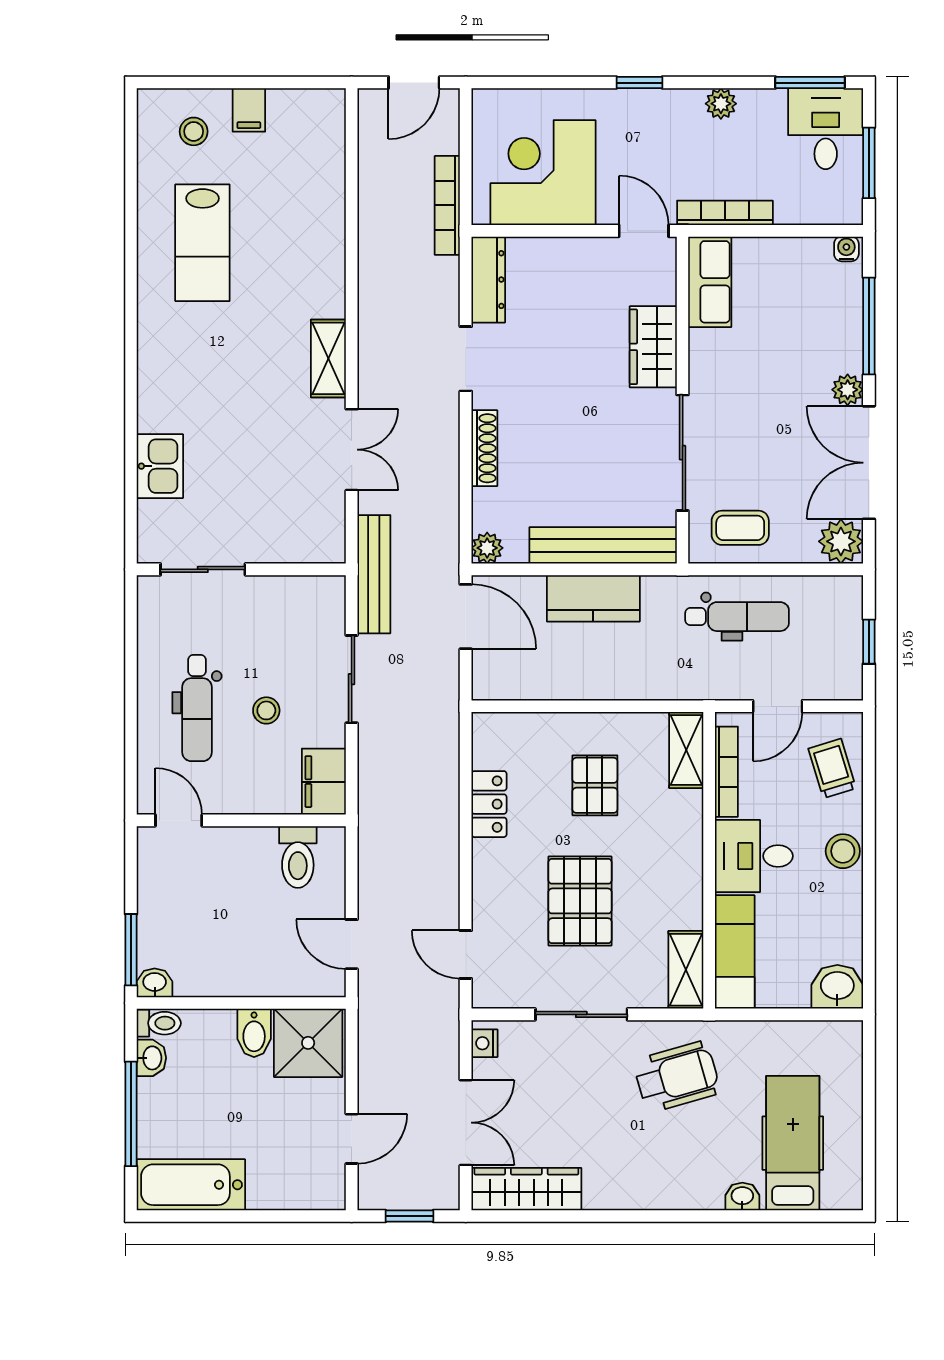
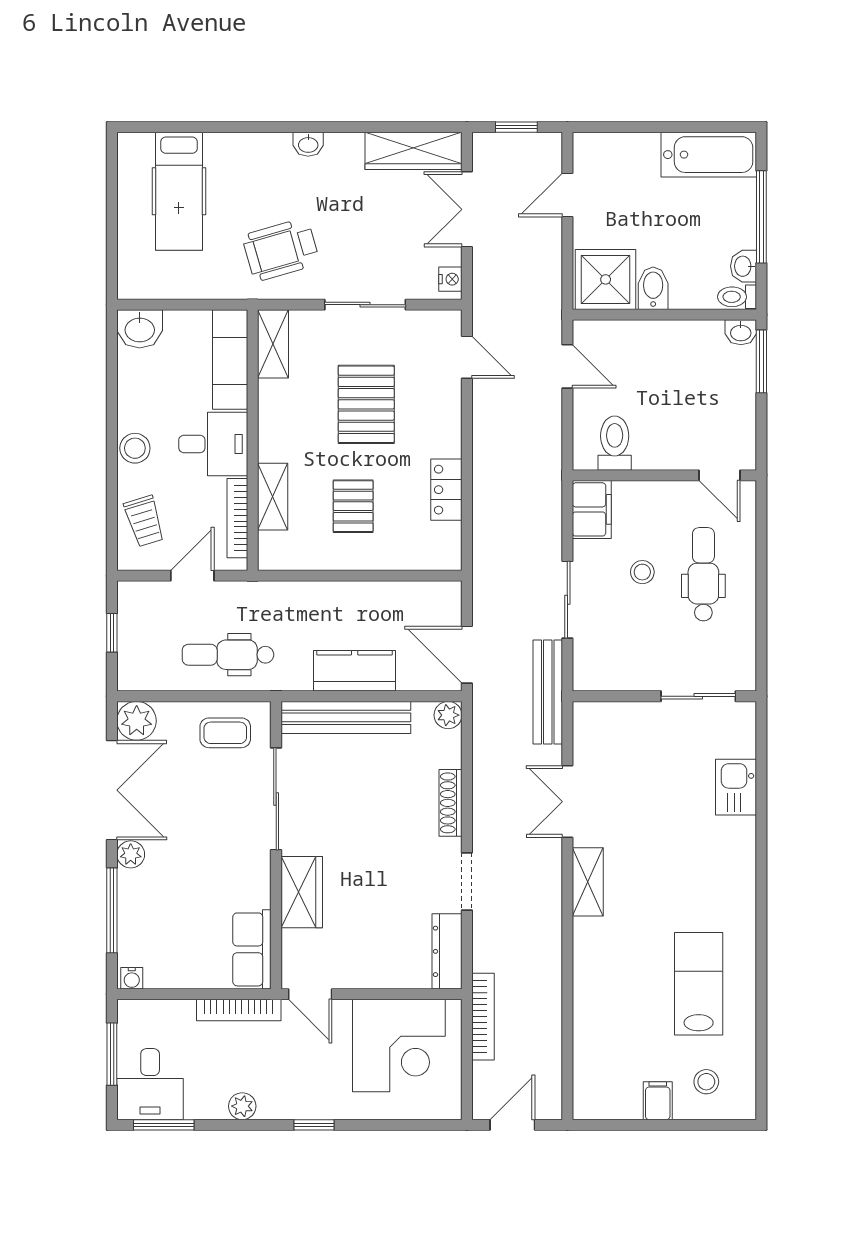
shelving: (686, 750) -> (273, 497), moved
washbasin: (742, 1196) -> (308, 144), moved

